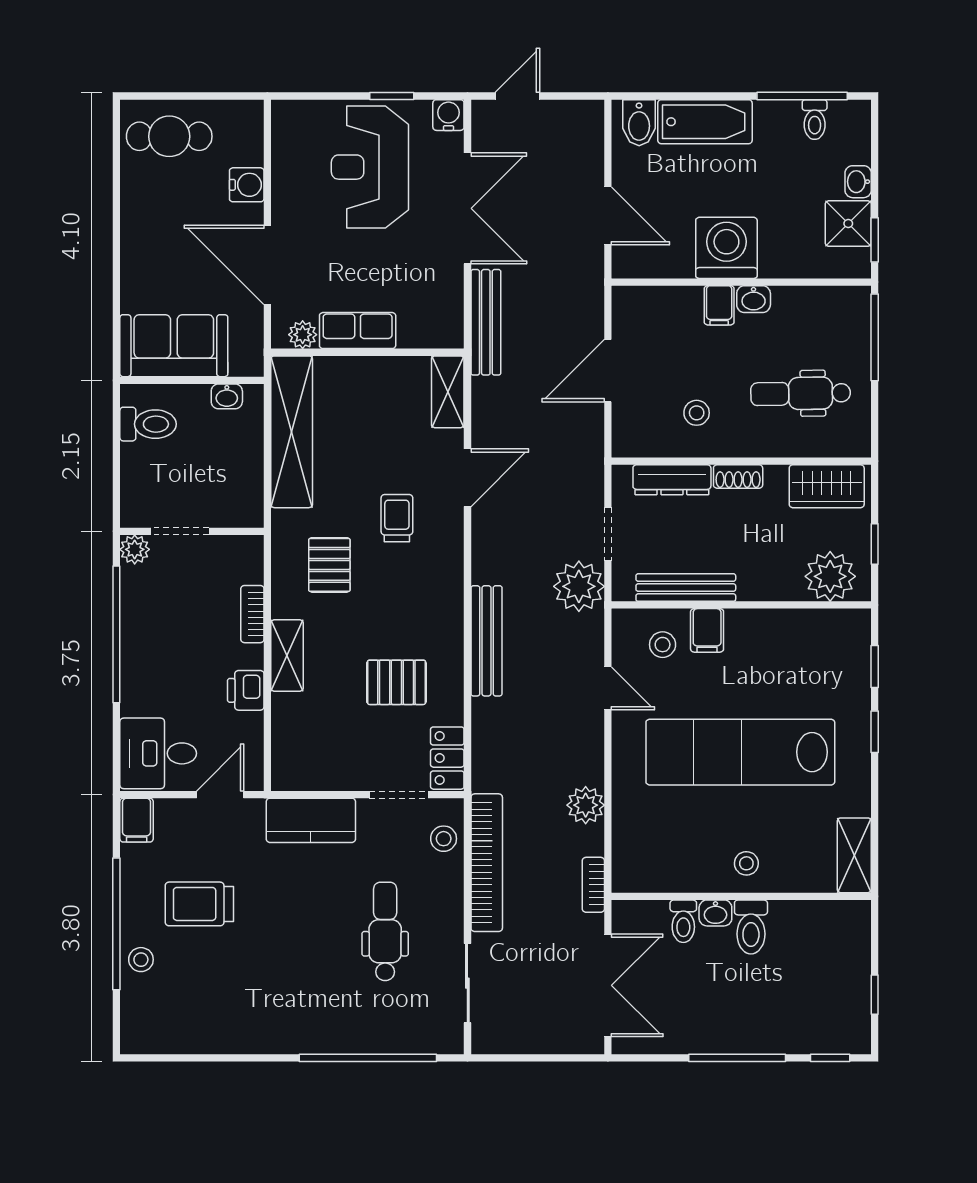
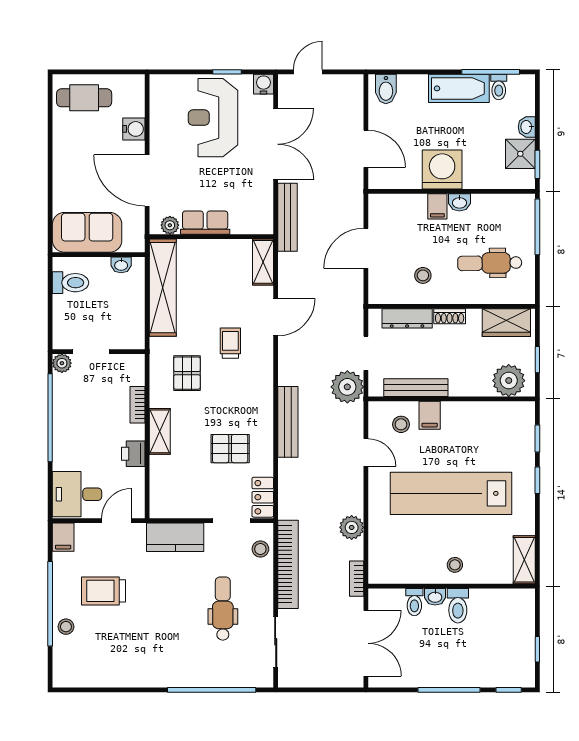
bathtub: (705, 122) -> (459, 88), moved

